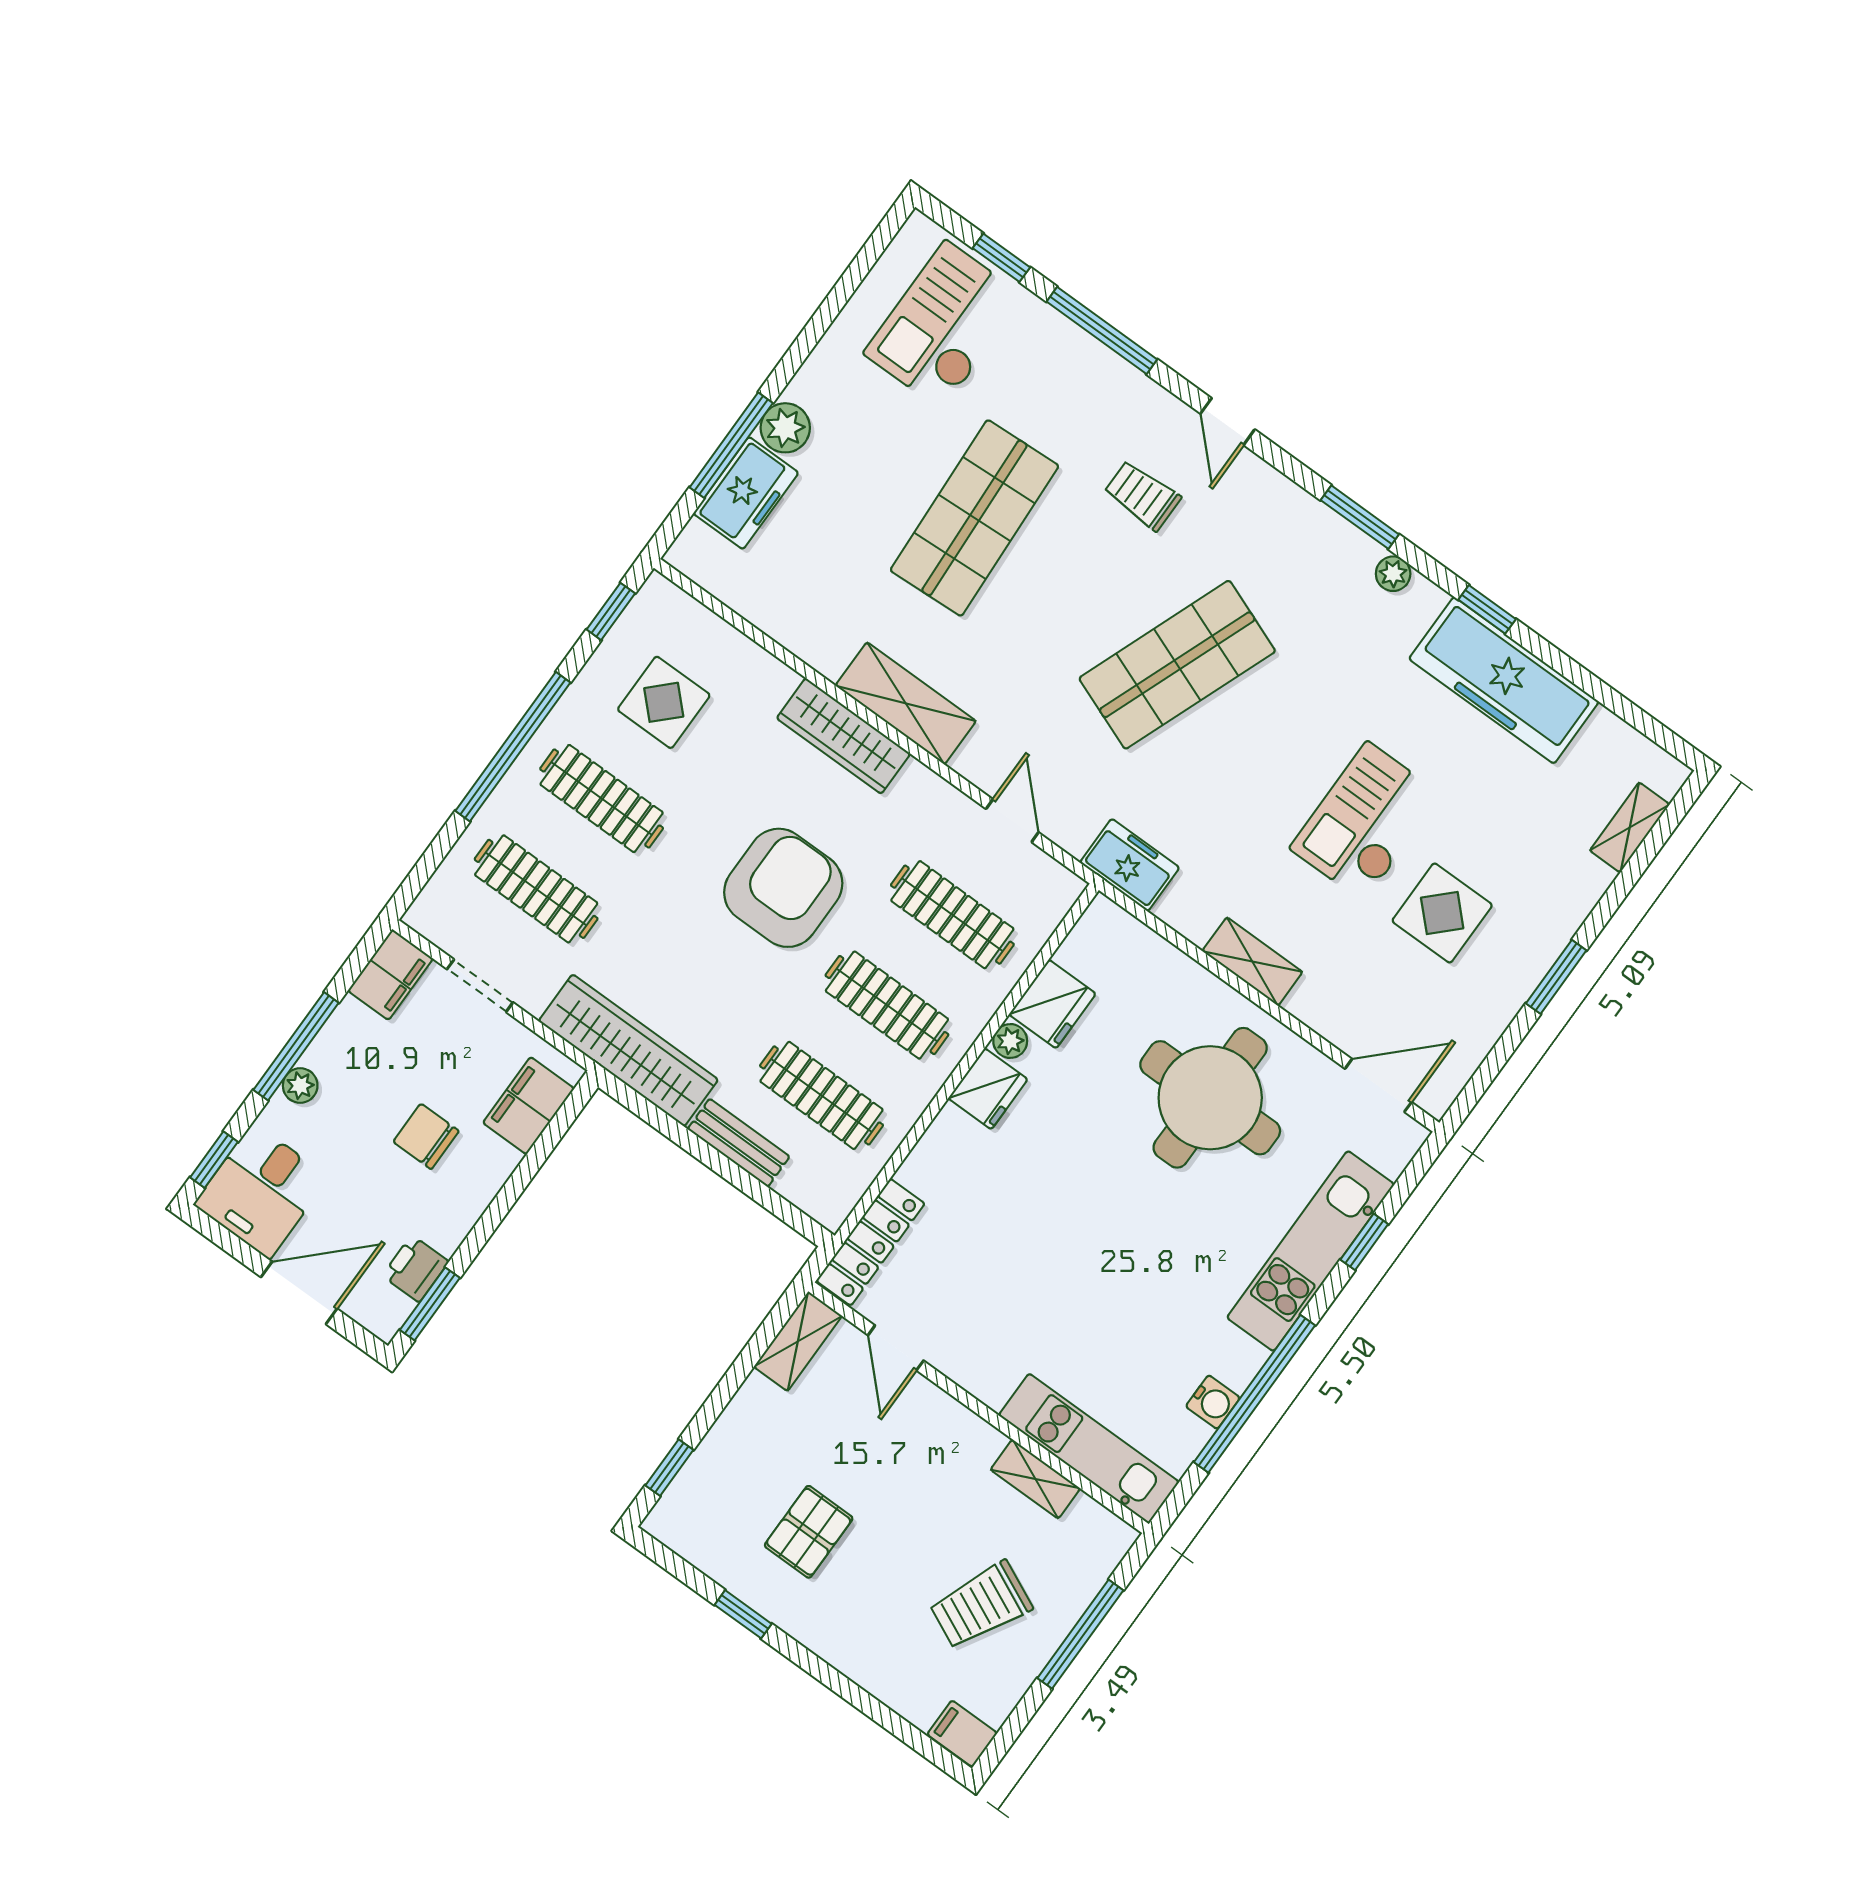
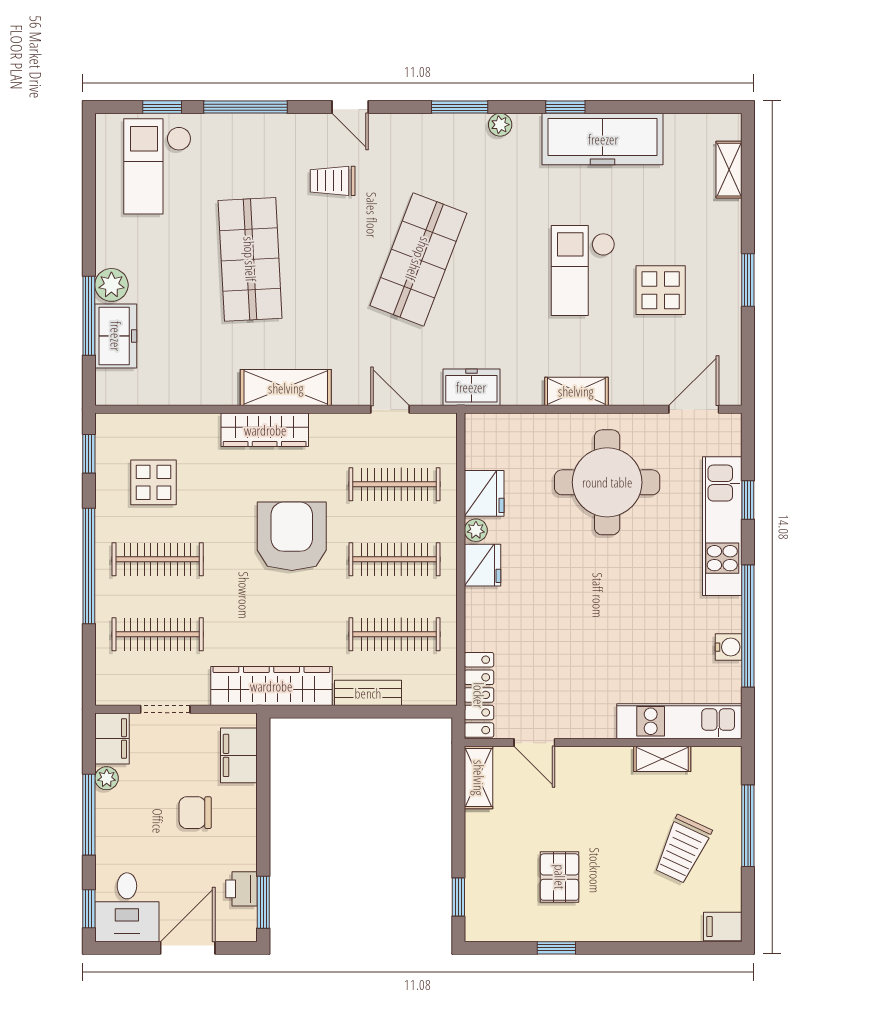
plant: (300, 1086) -> (107, 778), moved

